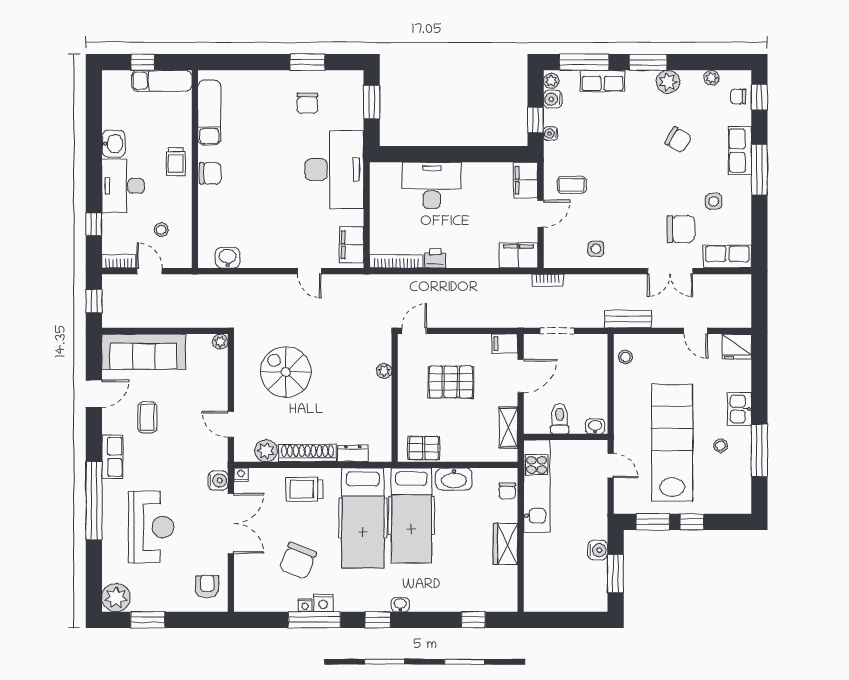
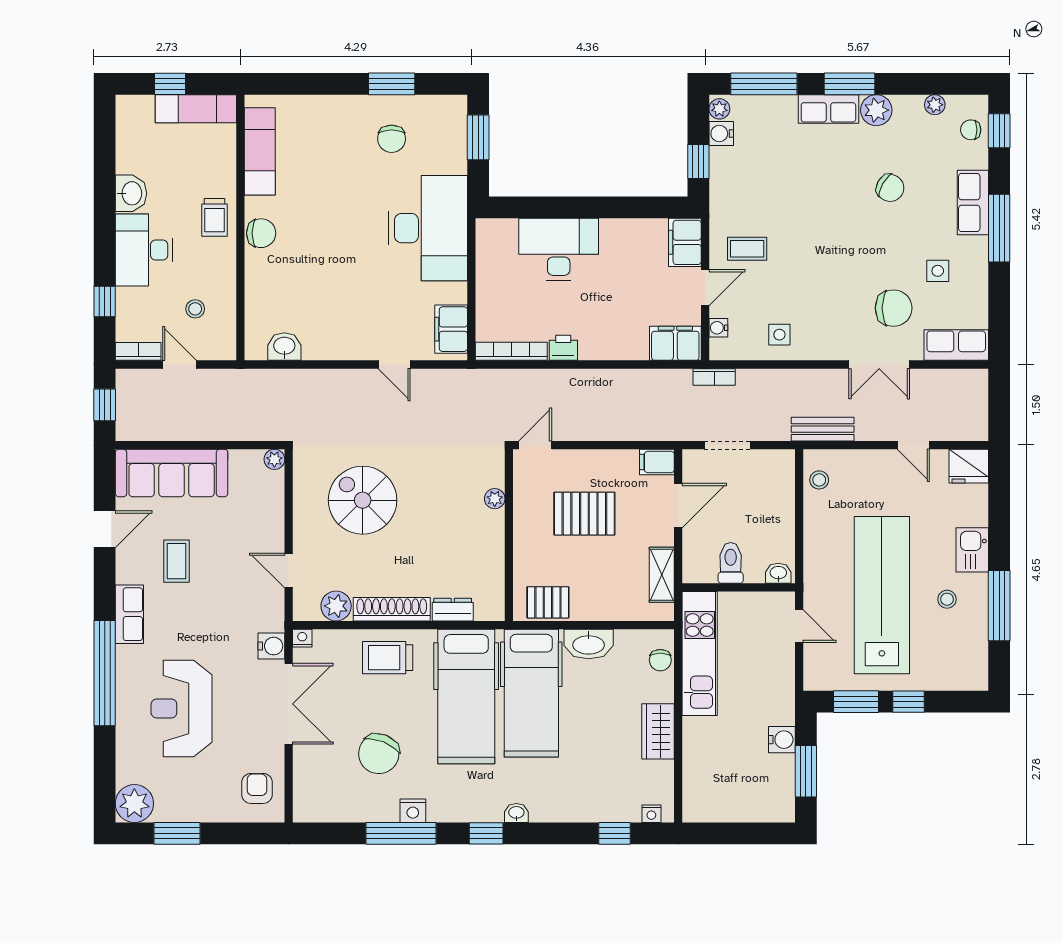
row of seats: (603, 81) -> (828, 109), moved
water cooler: (550, 134) -> (718, 328), moved
reception desk: (151, 527) -> (182, 708), turned 180
nightstand: (305, 605) -> (651, 814), moved

